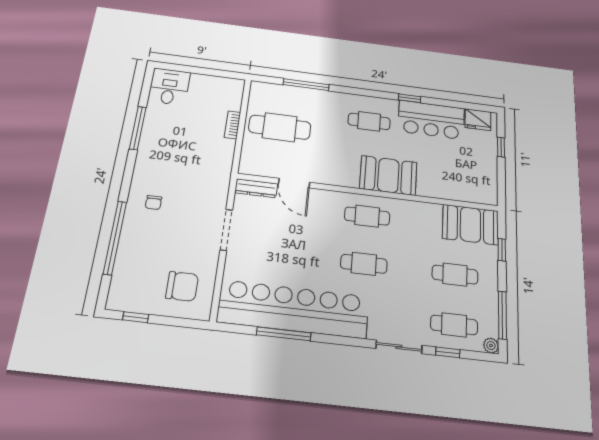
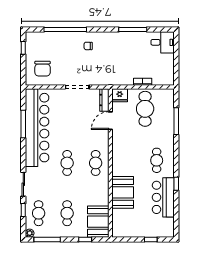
fridge: (478, 120) -> (120, 95), moved, turned -90
booth: (388, 175) -> (123, 192), moved

